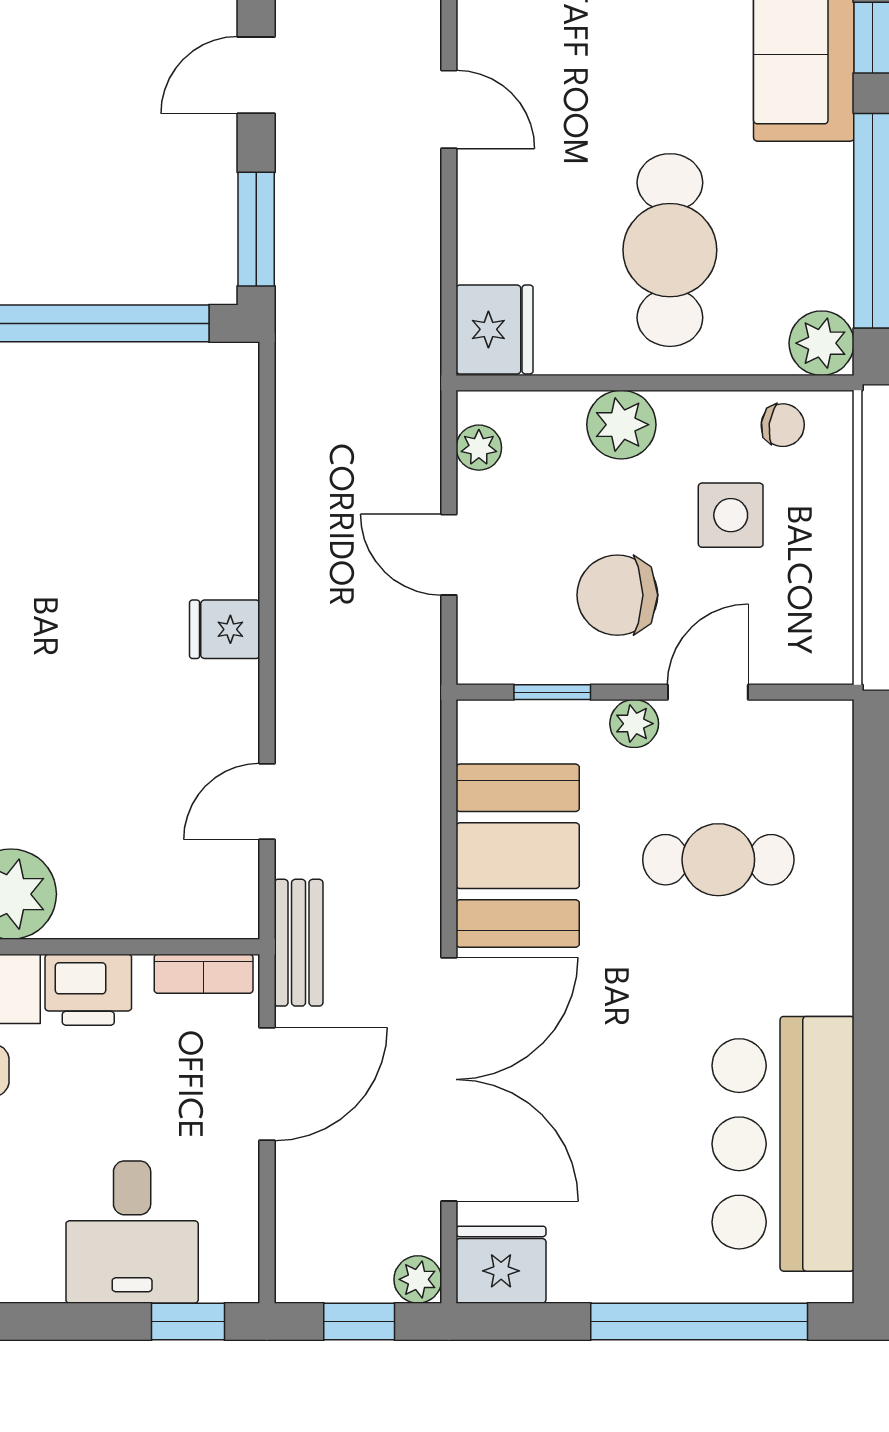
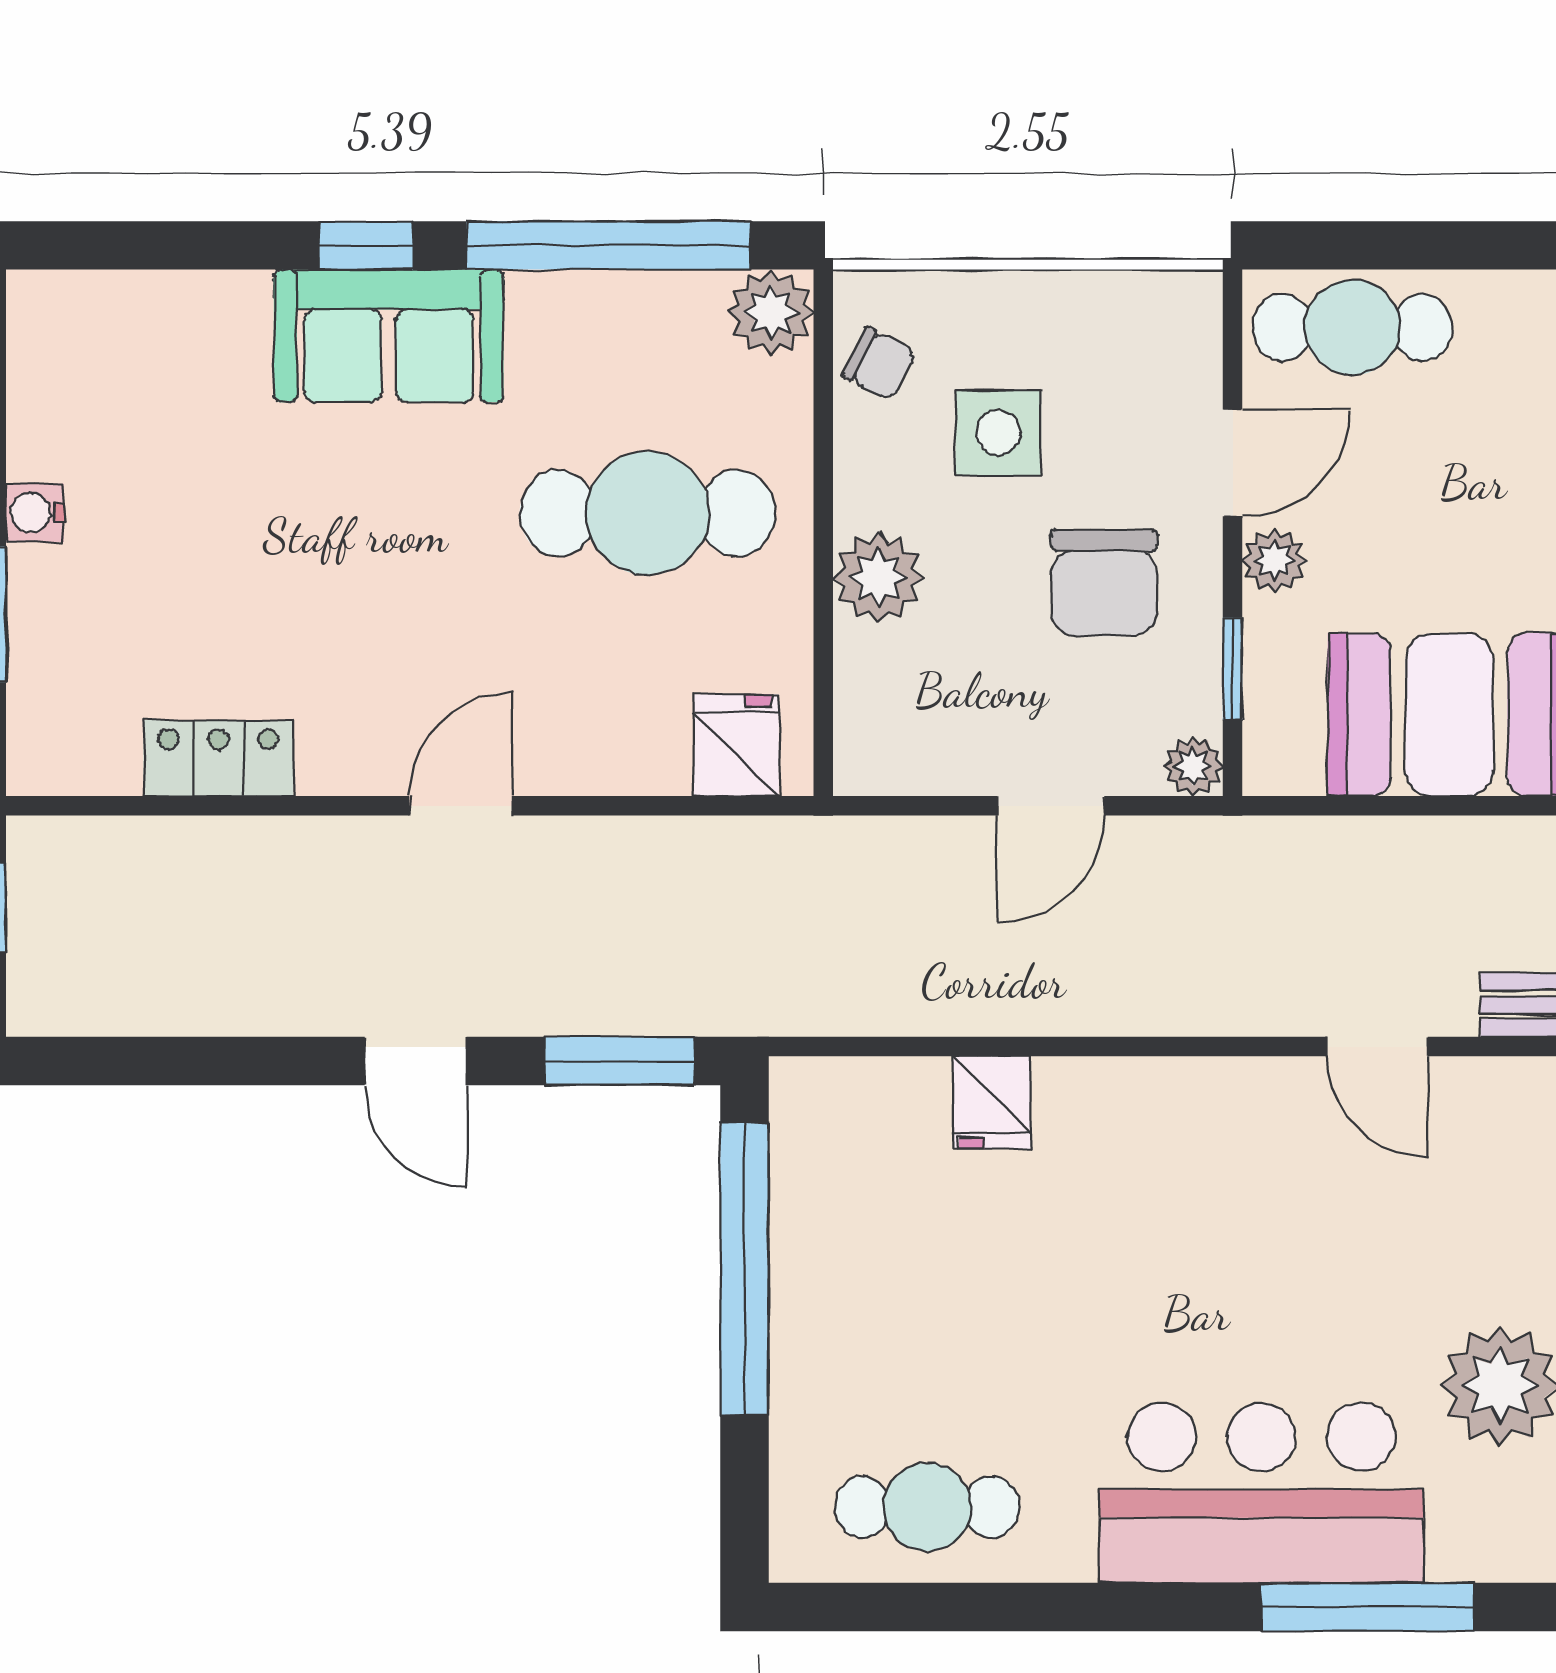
fridge: (495, 329) -> (736, 745), width x0.72
chair: (783, 425) -> (879, 364), turned 109
plant: (479, 448) -> (1193, 766), moved
fridge: (225, 629) -> (992, 1103), moved
door: (708, 692) -> (1233, 463), swing flipped
cafe table: (718, 860) -> (1352, 328), moved, turned 90

